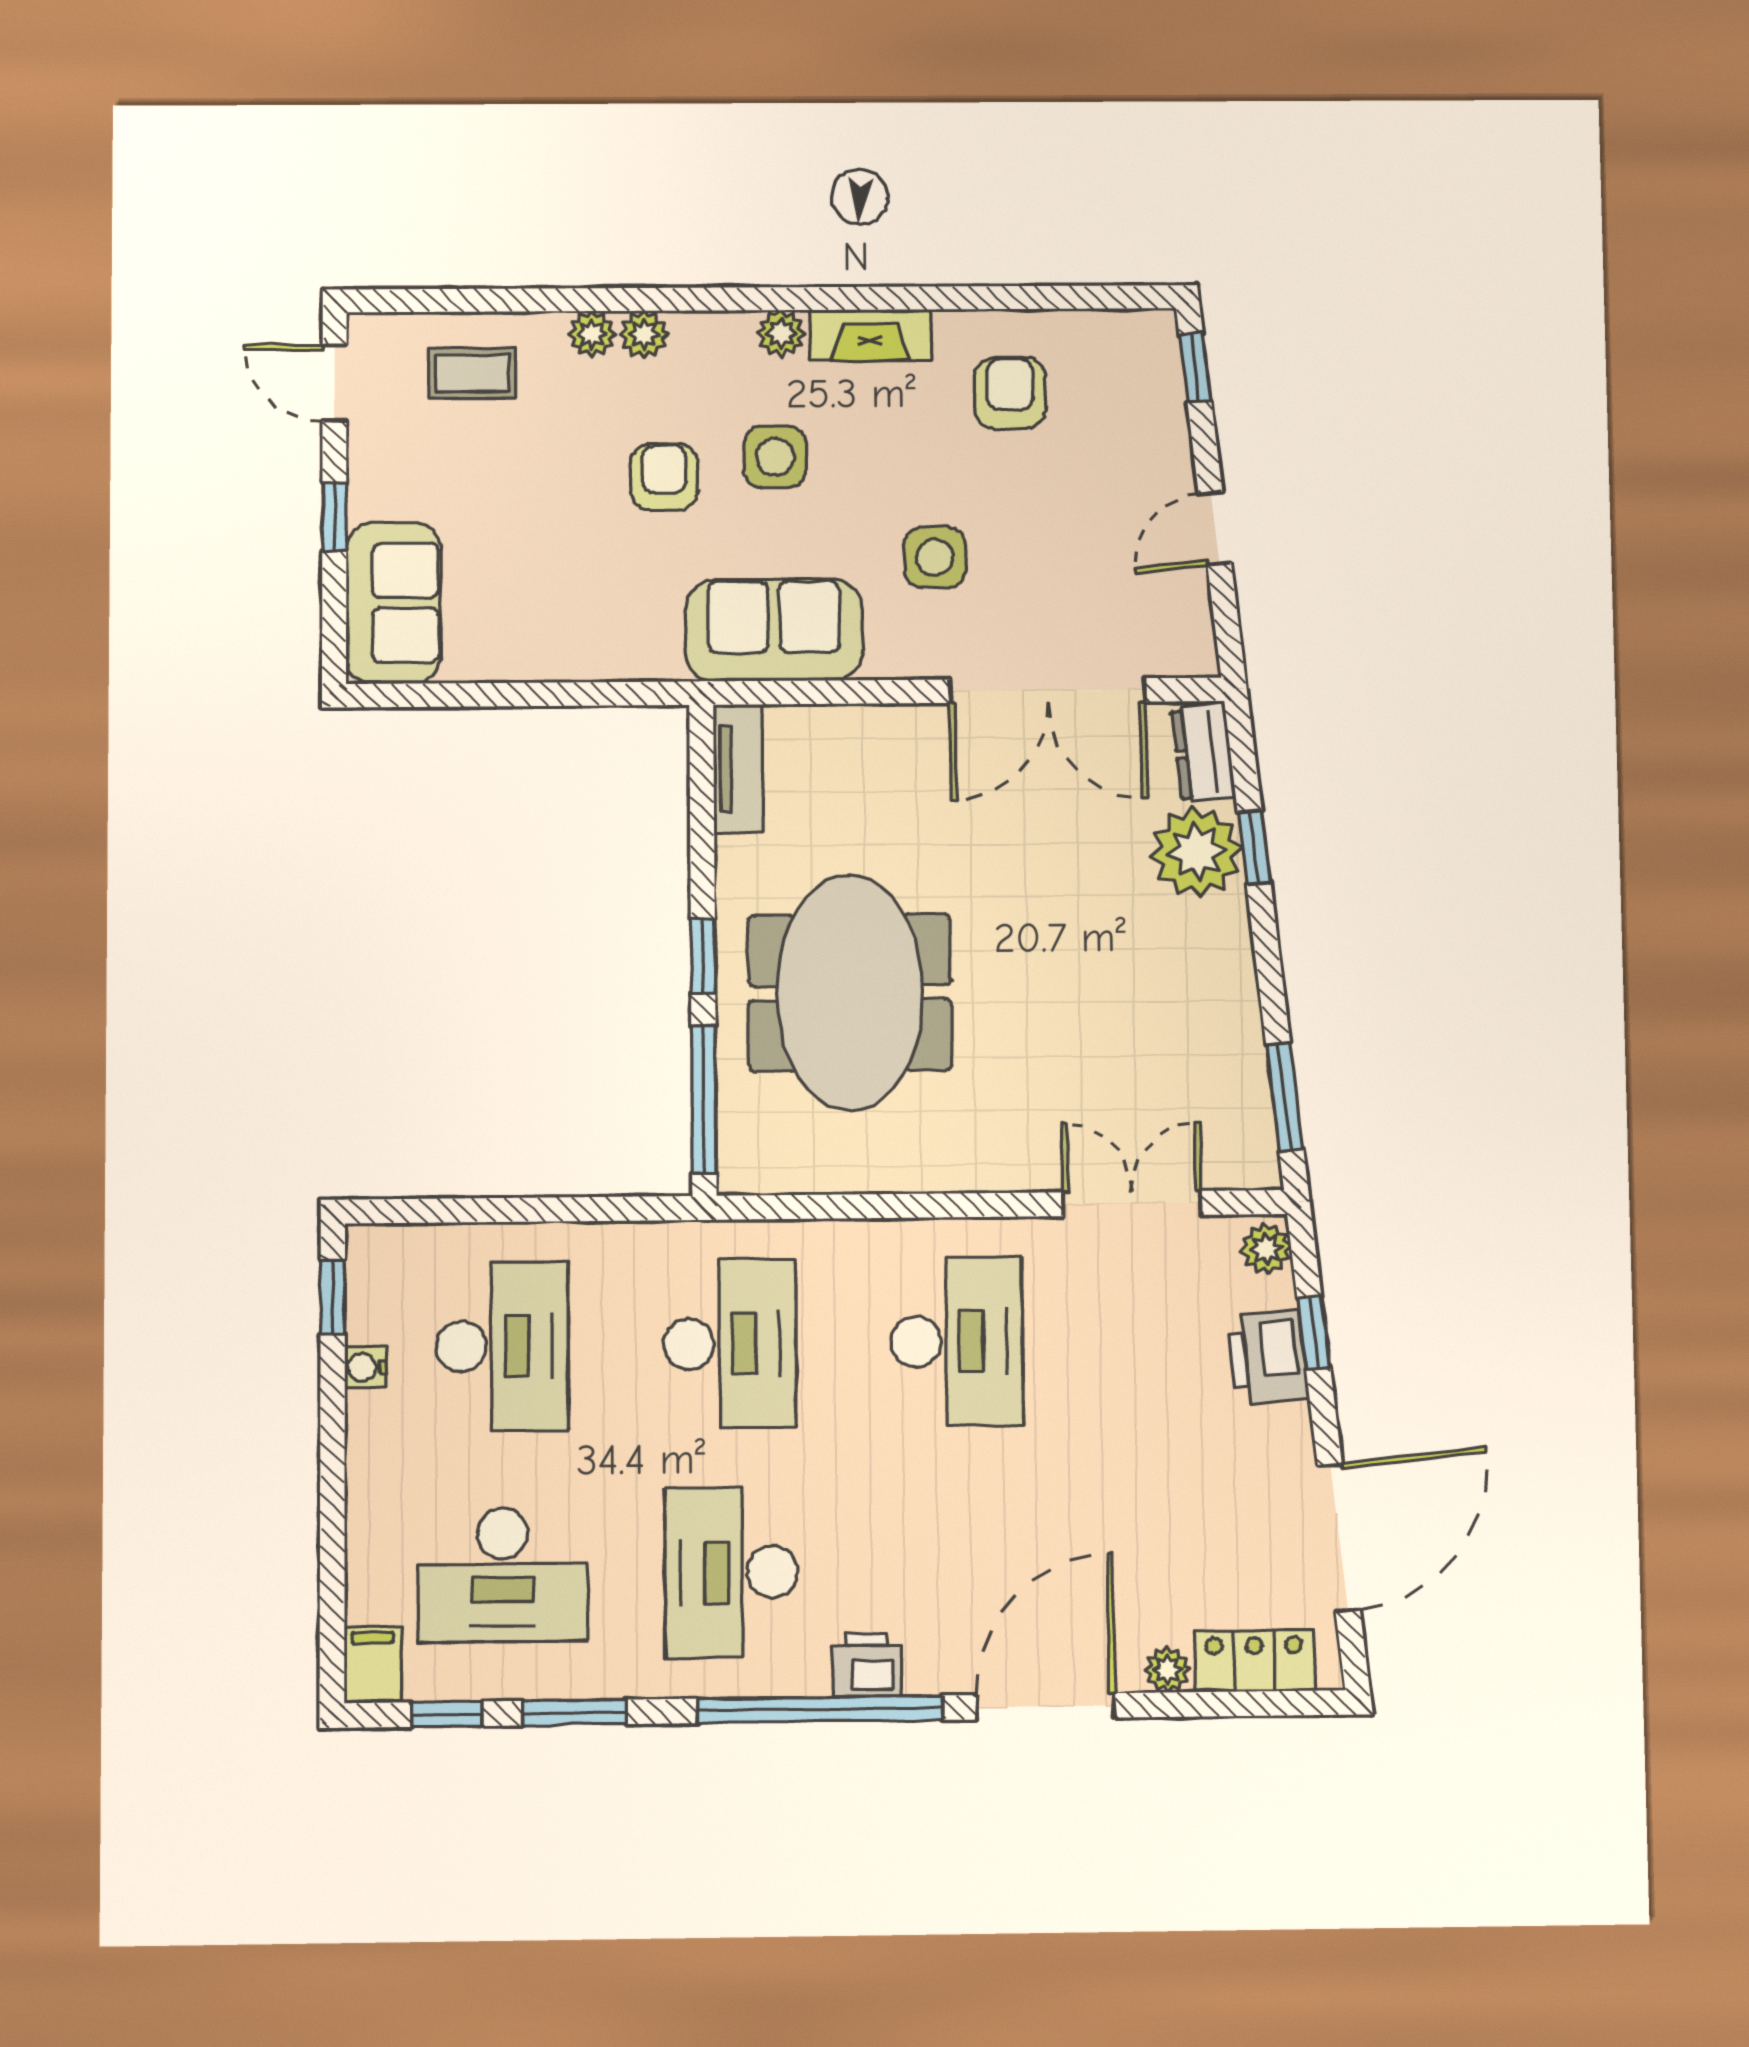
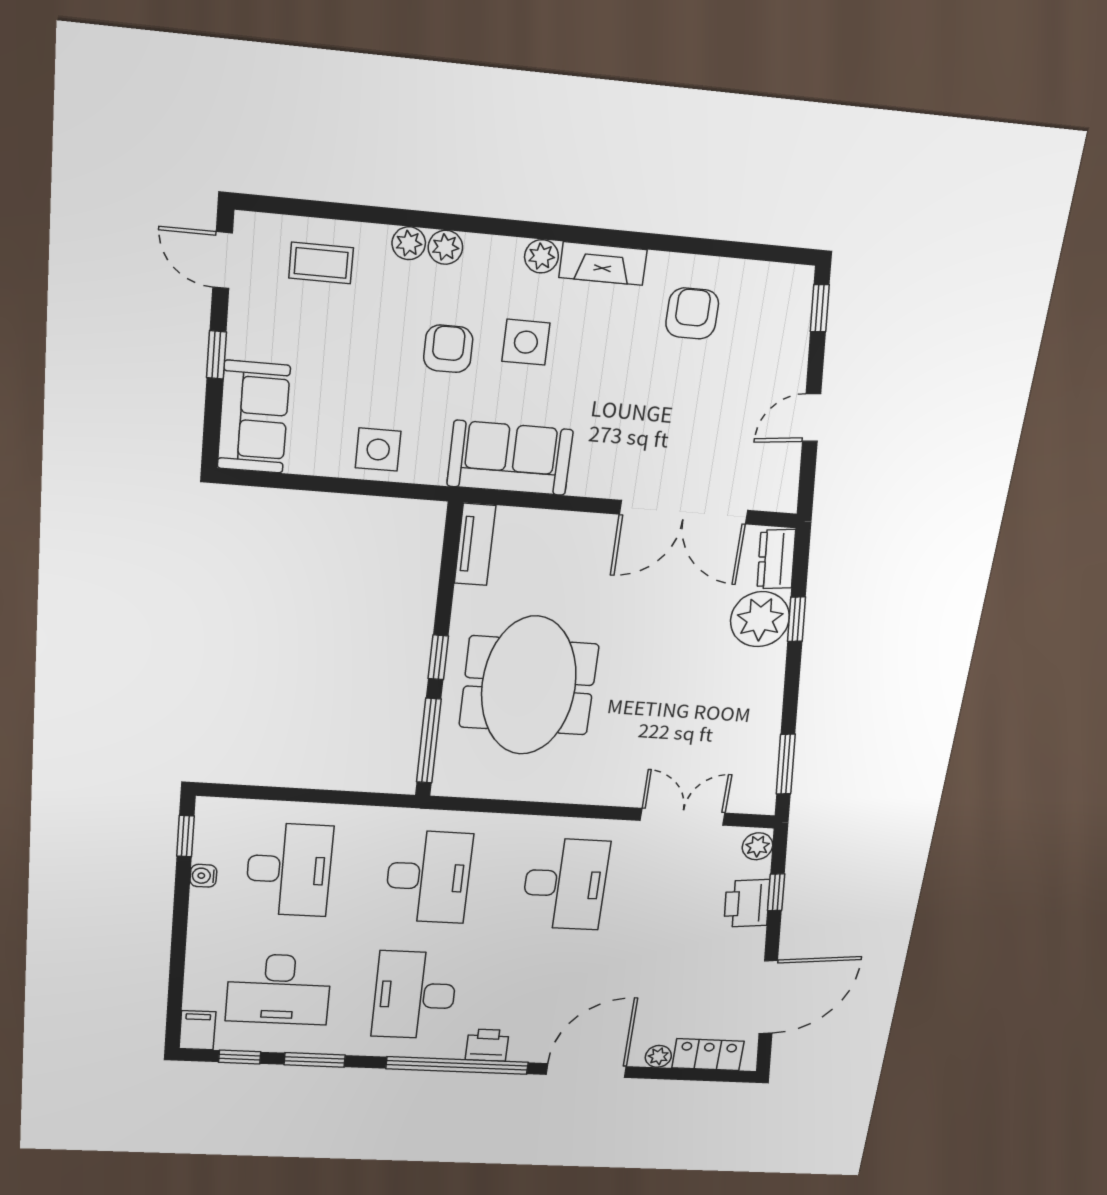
side table: (935, 557) -> (378, 450), moved

